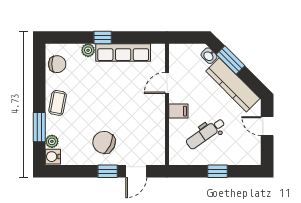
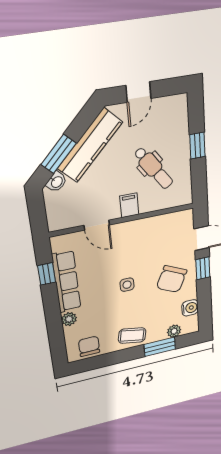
window: (103, 37) -> (47, 274), moved
side table: (108, 103) -> (127, 285), added
water cooler: (53, 157) -> (190, 308), moved, turned -90

